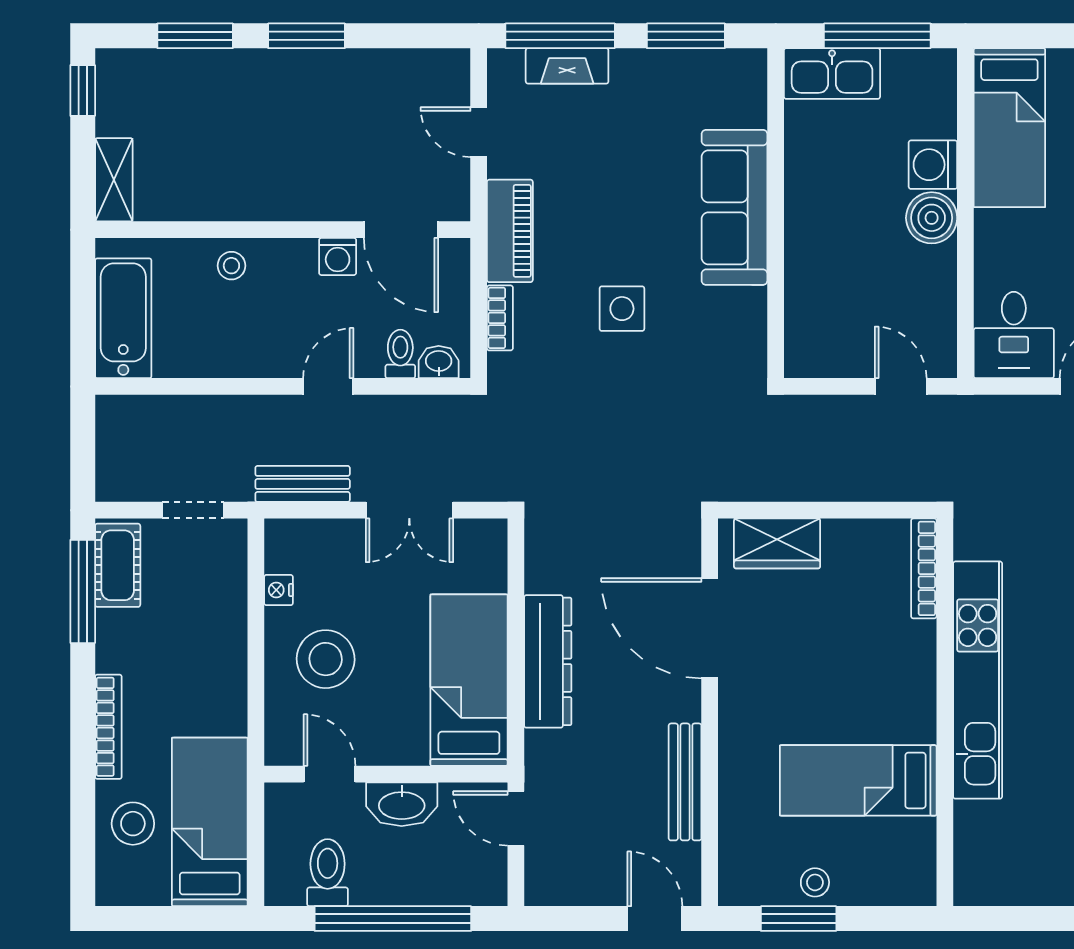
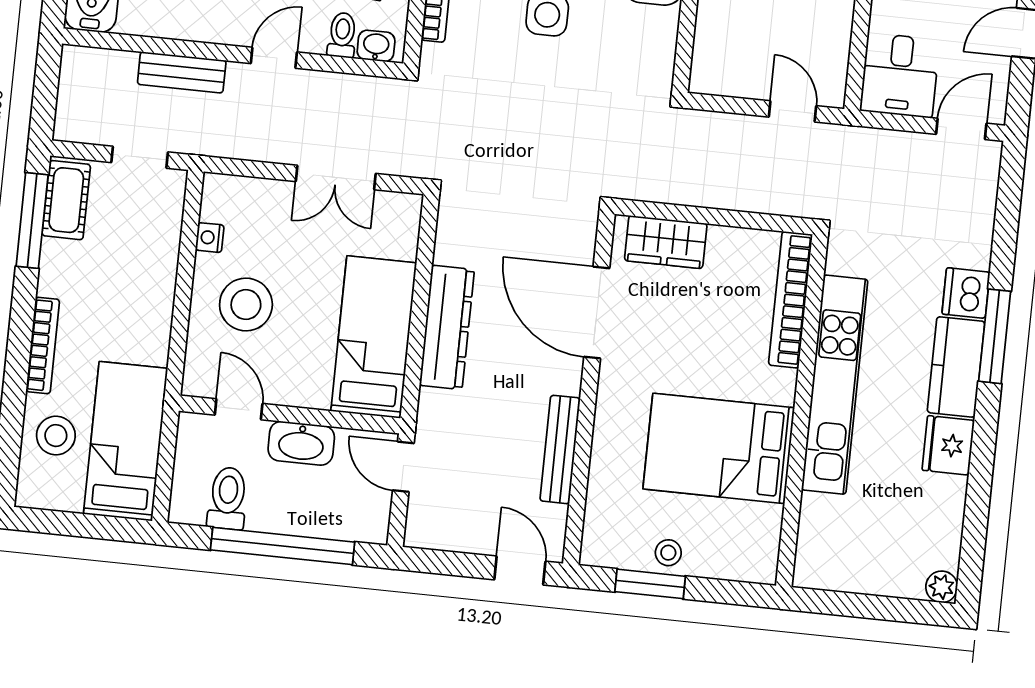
bench: (303, 484) -> (182, 72), moved
bookcase: (924, 568) -> (790, 300), width x1.48, depth x1.31
bed: (858, 780) -> (719, 448), width x1.50

